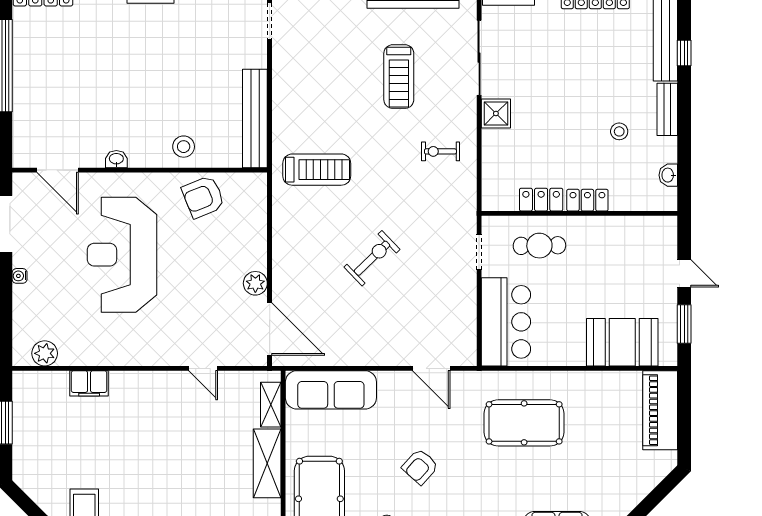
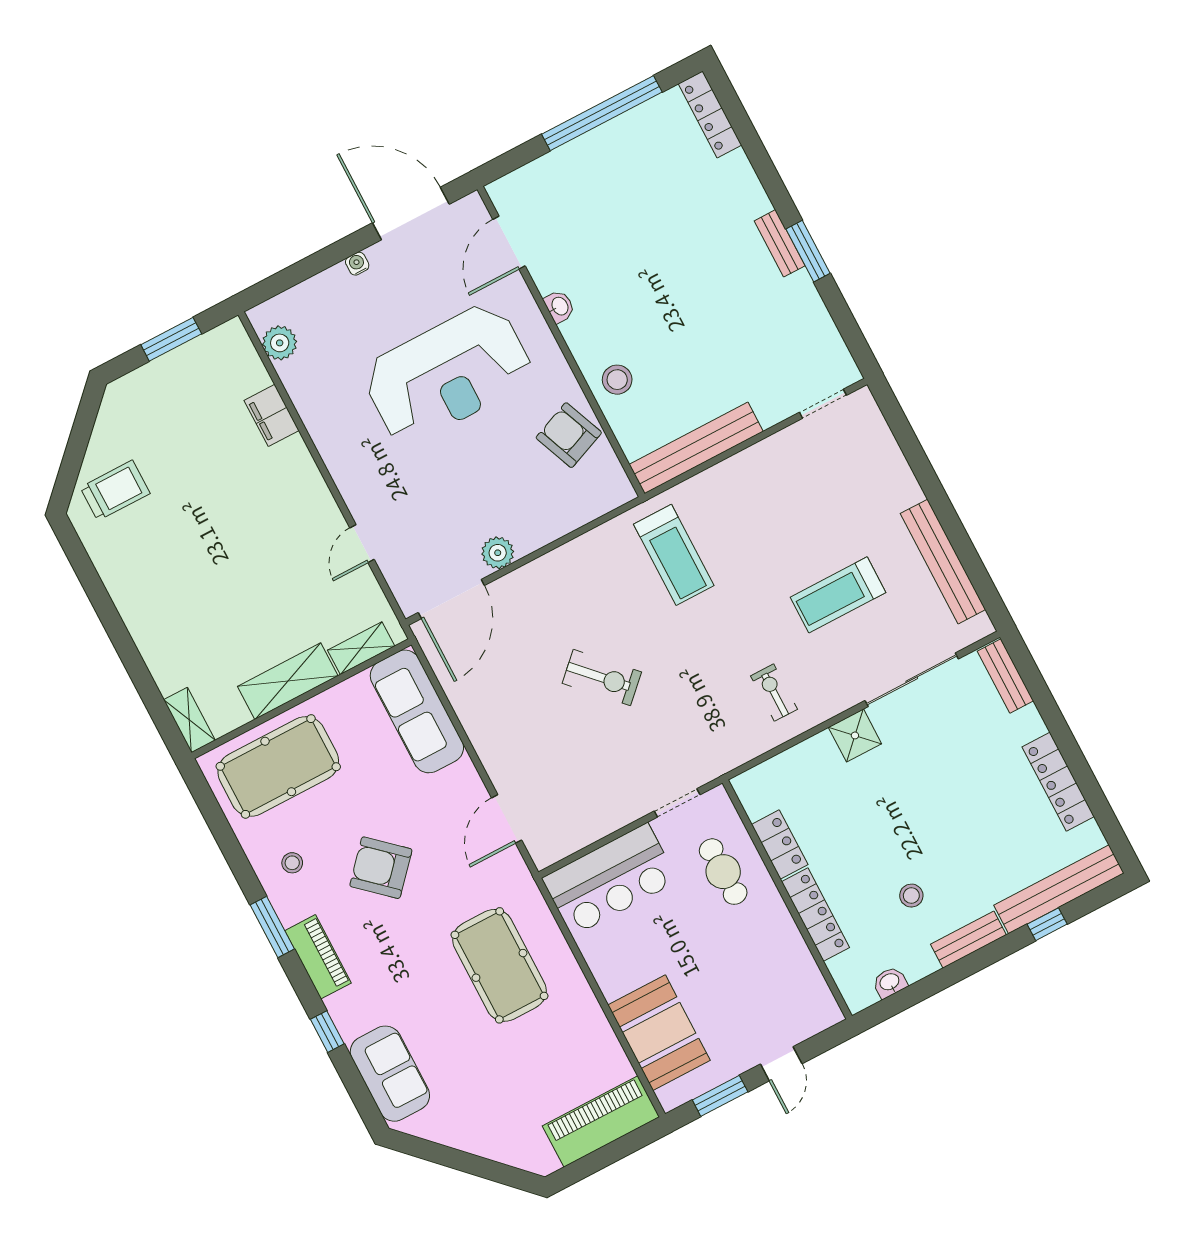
locker: (587, 200) -> (816, 915), width x1.53
reception desk: (122, 255) -> (448, 374), turned 180
armchair: (420, 467) -> (381, 868), width x1.38, depth x1.38

